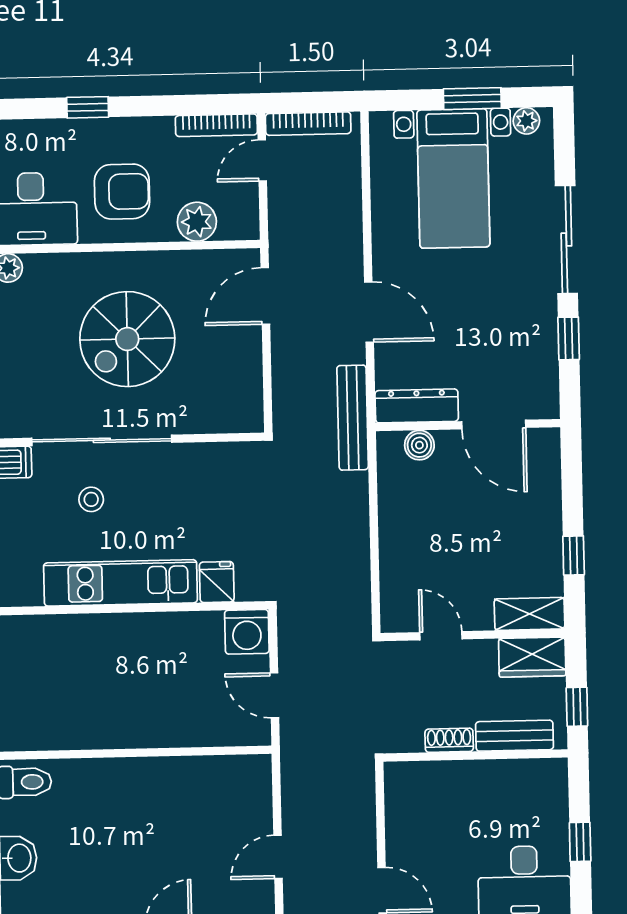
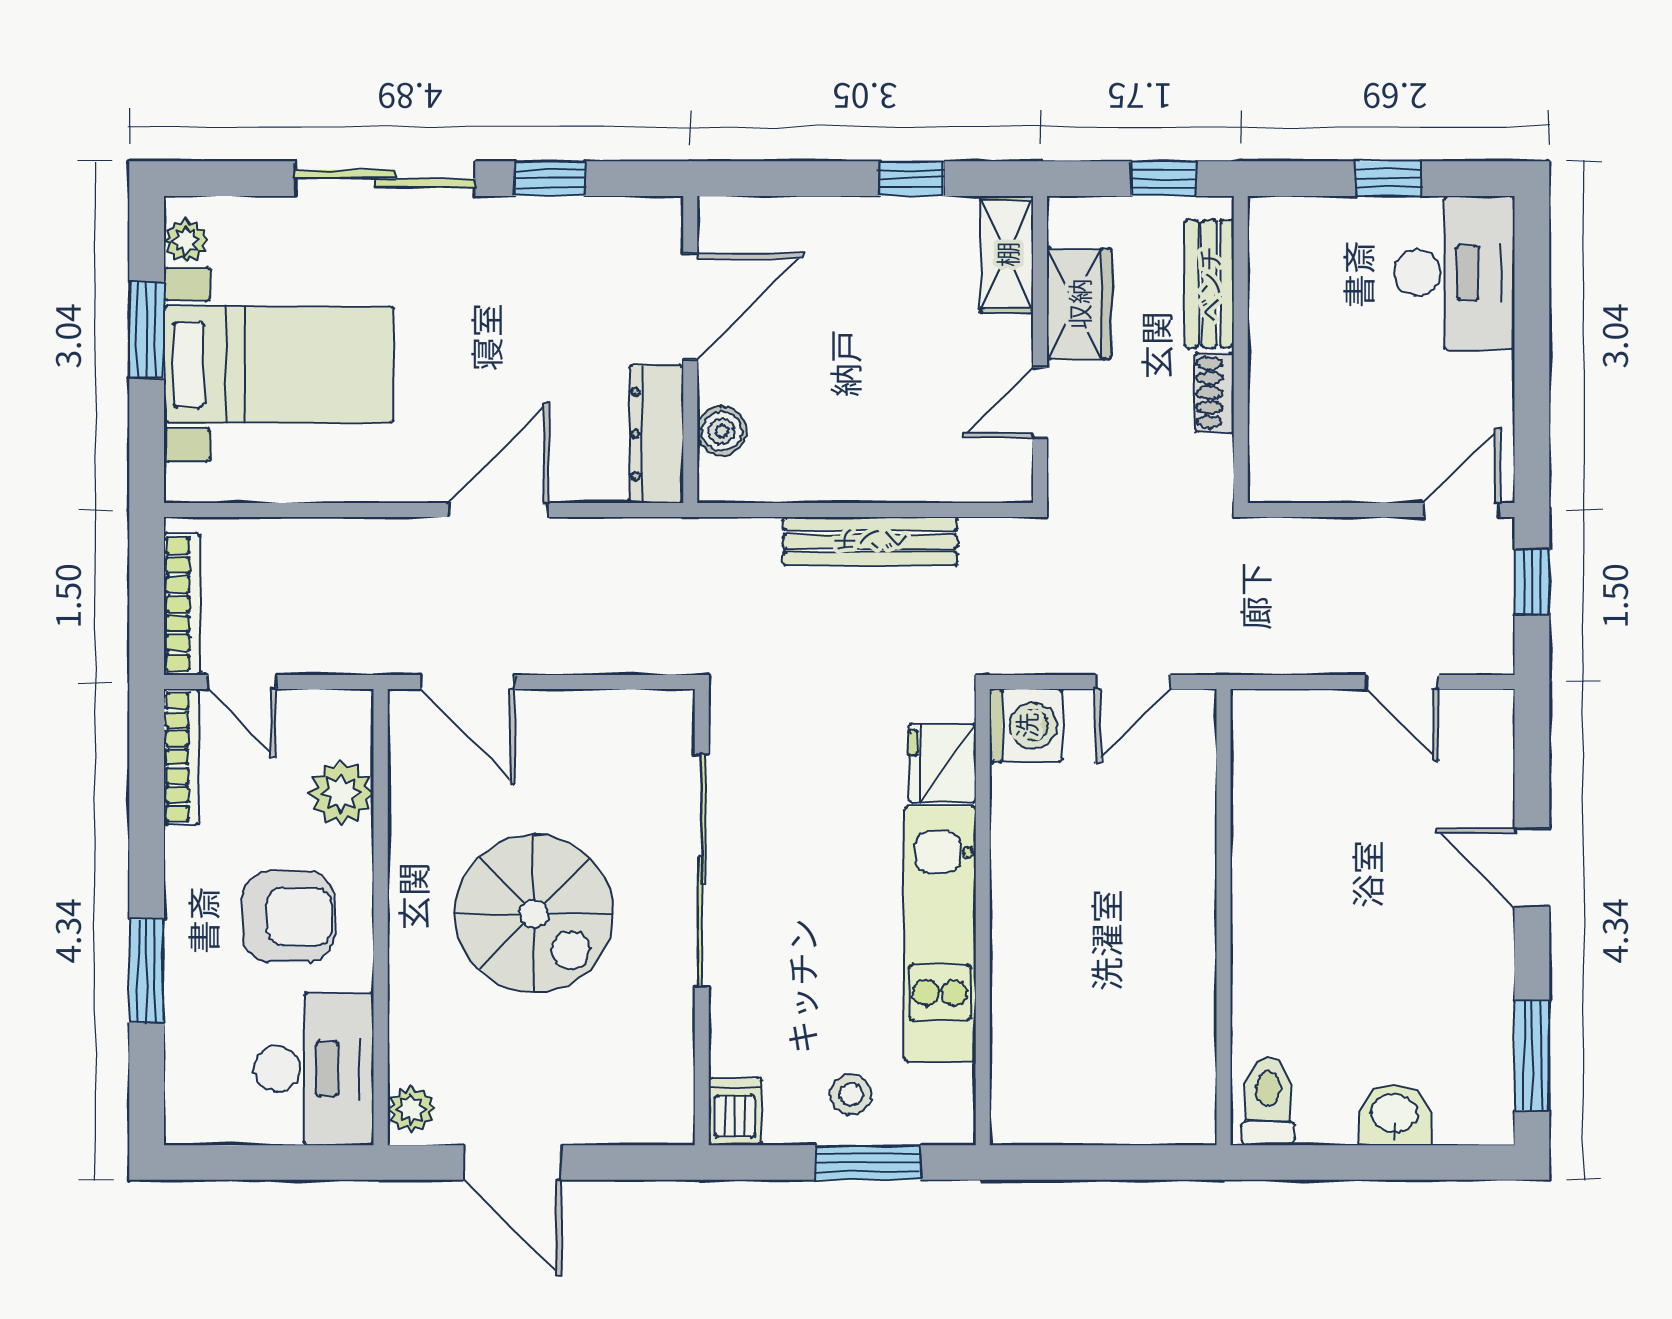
window: (88, 107) -> (147, 971), width x1.50
armchair: (122, 192) -> (288, 917), turned 90
bench: (353, 418) -> (870, 541), moved
sliding door: (102, 440) -> (702, 870), moved
stool: (91, 499) -> (851, 1094), moved
fridge: (217, 582) -> (942, 763), width x1.38
wardrobe: (532, 657) -> (1079, 304), moved

